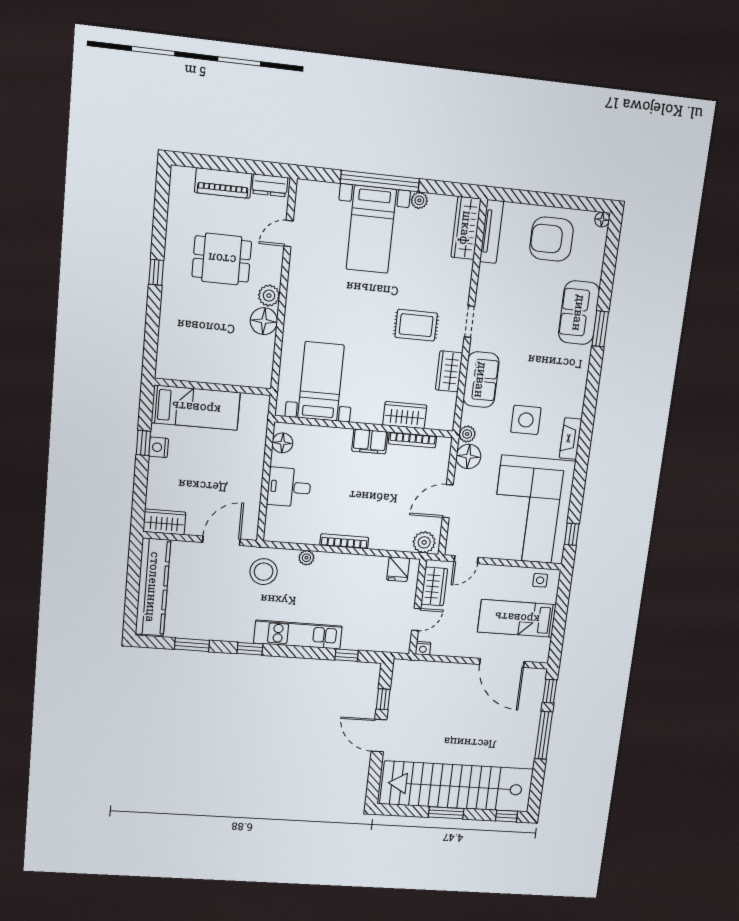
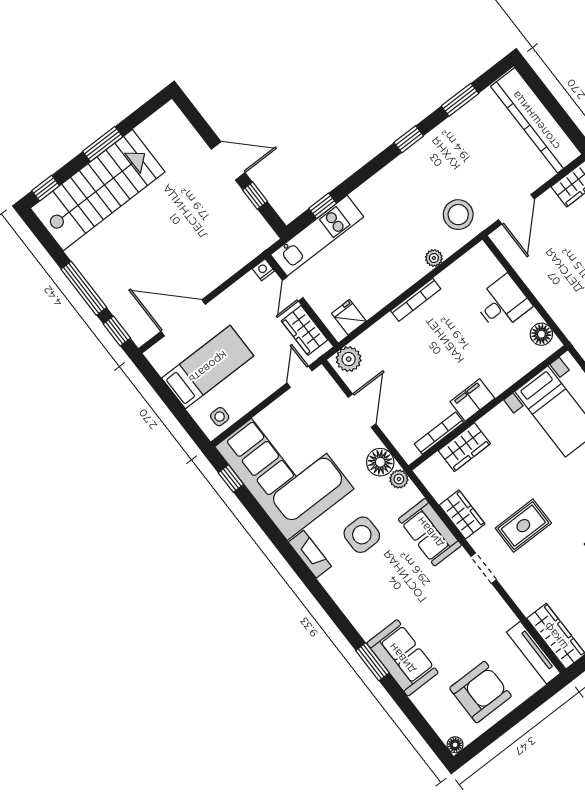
kitchen unit: (298, 635) -> (317, 236), moved
stairs: (457, 786) -> (98, 190), width x0.73

